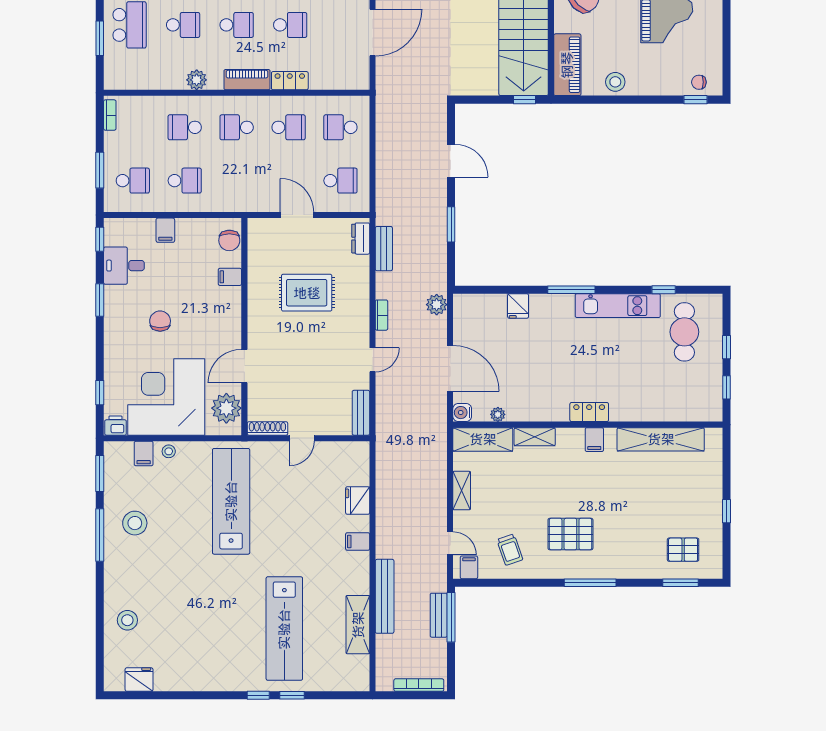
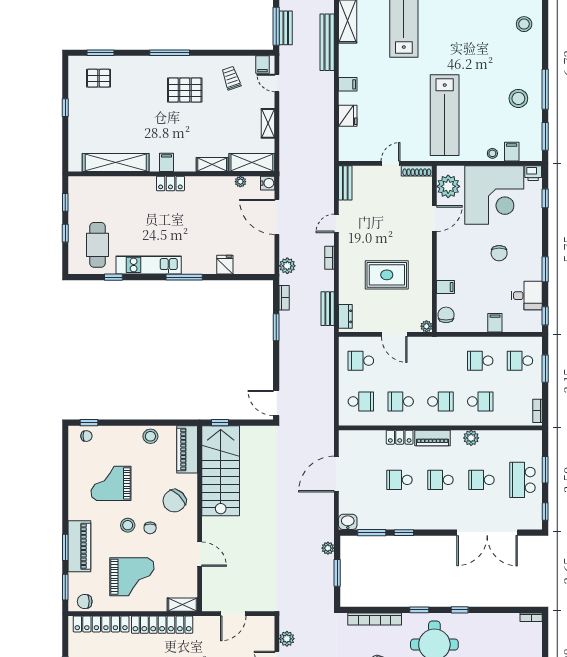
door: (451, 161) -> (276, 403), moved
plant: (255, 226) -> (426, 326), added
bookcase: (441, 263) -> (284, 298), added

